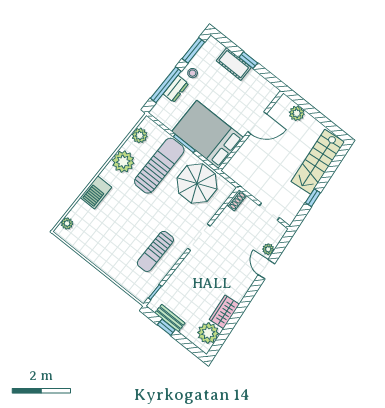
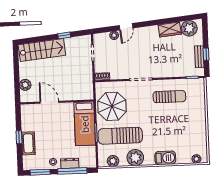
bed: (208, 135) -> (85, 124), width x0.67

